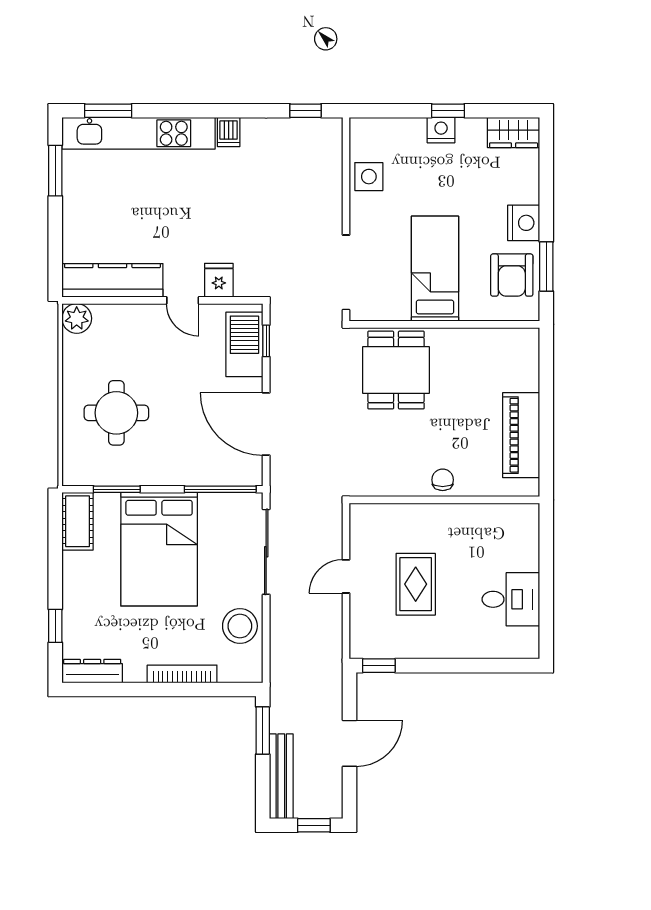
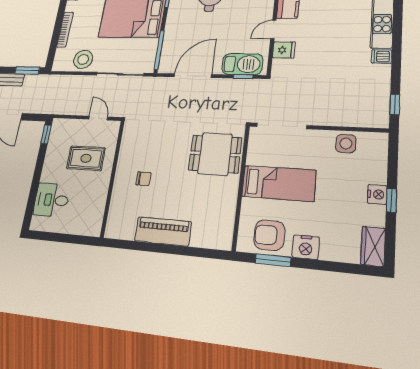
wall: (444, 500) -> (113, 178), moved
desk: (511, 599) -> (51, 200), moved, turned 90

